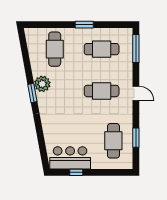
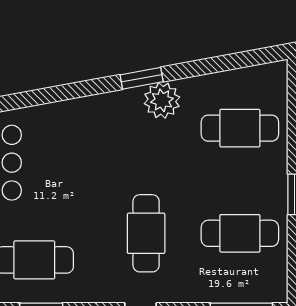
cafe table: (102, 49) -> (240, 233), turned 90

